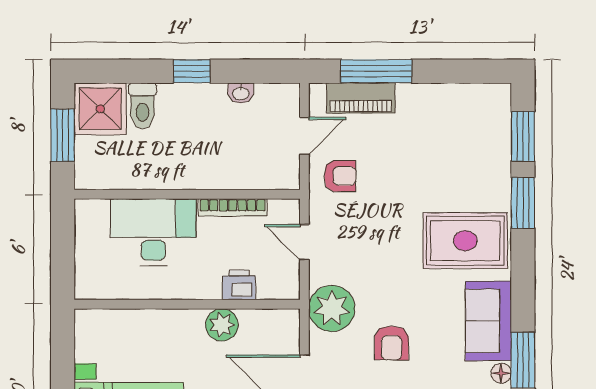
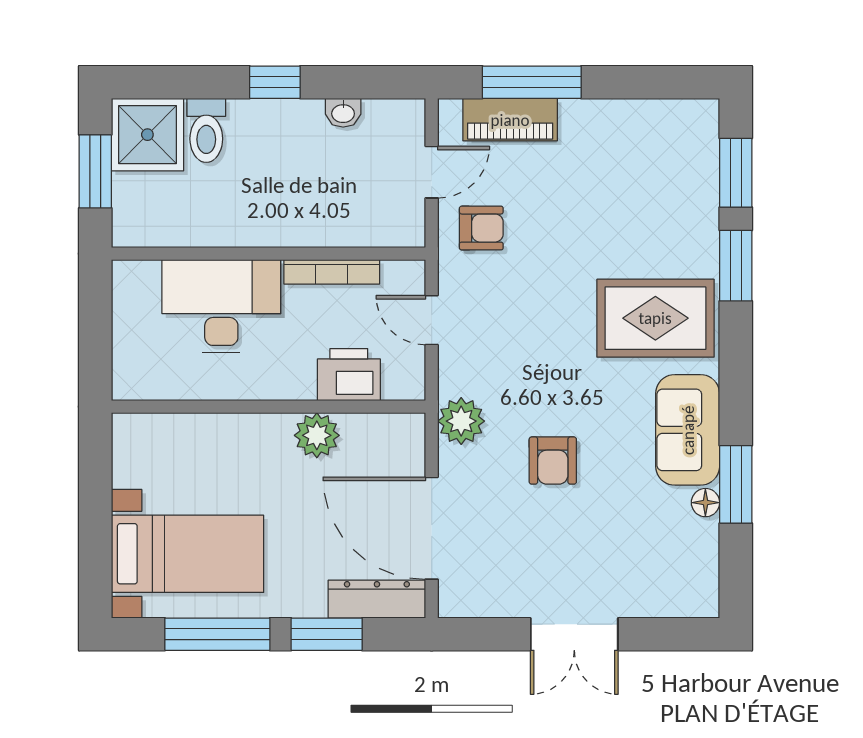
printer: (239, 285) -> (349, 375), width x1.36, depth x1.24
plant: (332, 308) -> (461, 421), width x0.73, depth x0.73

